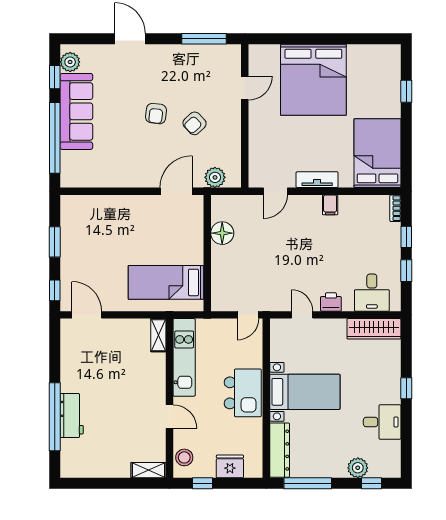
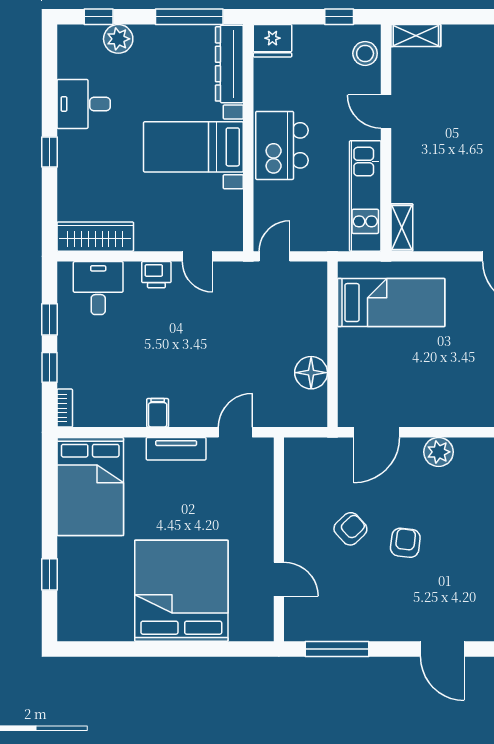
door: (245, 88) -> (279, 579), swing flipped
plant: (215, 177) -> (439, 452), moved
fridge: (230, 466) -> (272, 41), moved

